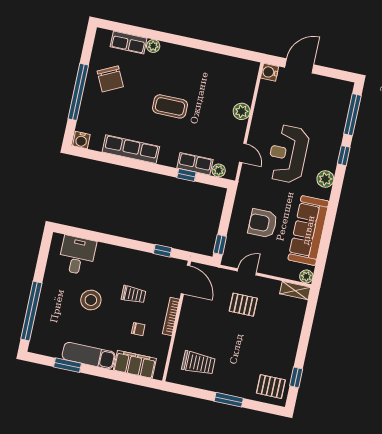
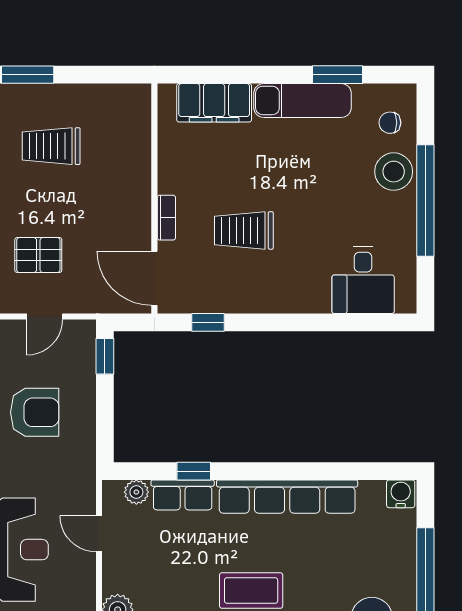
row of seats: (131, 149) -> (287, 497), width x1.36
trolley: (134, 295) -> (244, 230), width x1.36, depth x1.39
stool: (91, 300) -> (394, 172), moved
window: (31, 311) -> (425, 200), moved
bookcase: (171, 316) -> (166, 218), width x0.64
chair: (138, 329) -> (390, 123), moved
trolley: (198, 363) -> (51, 146), moved

